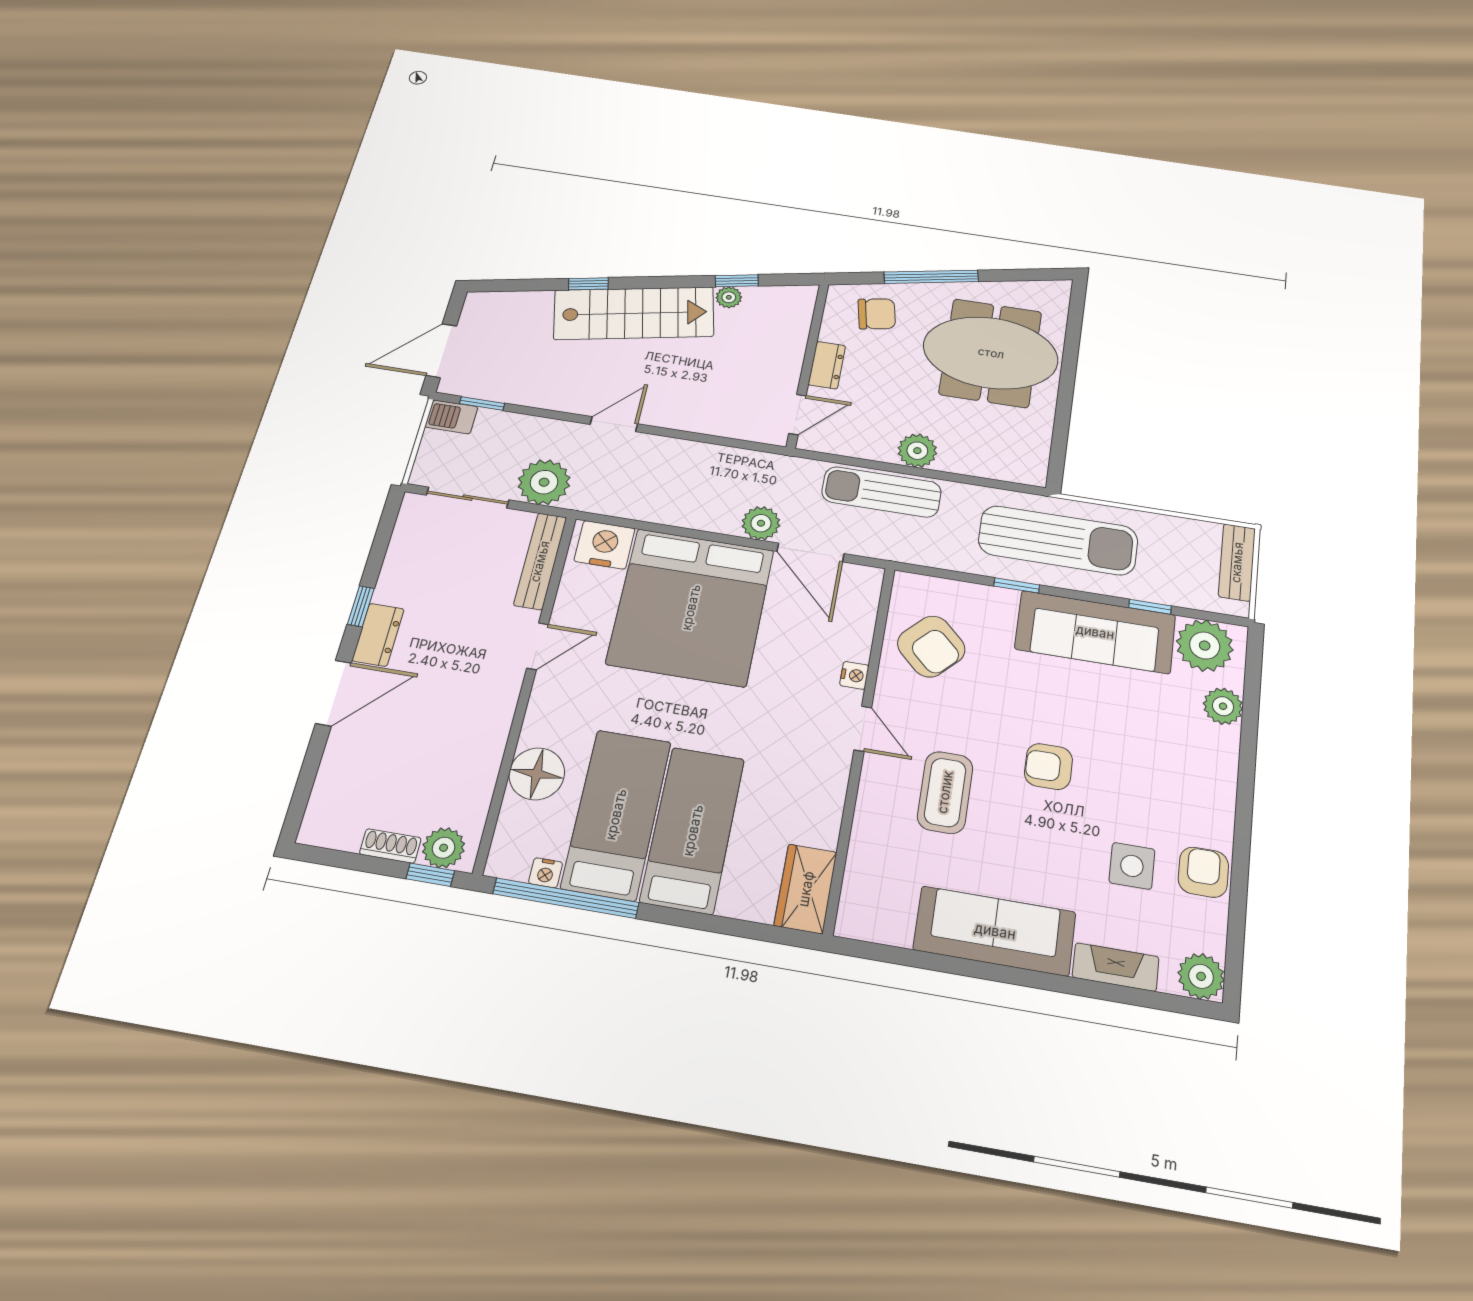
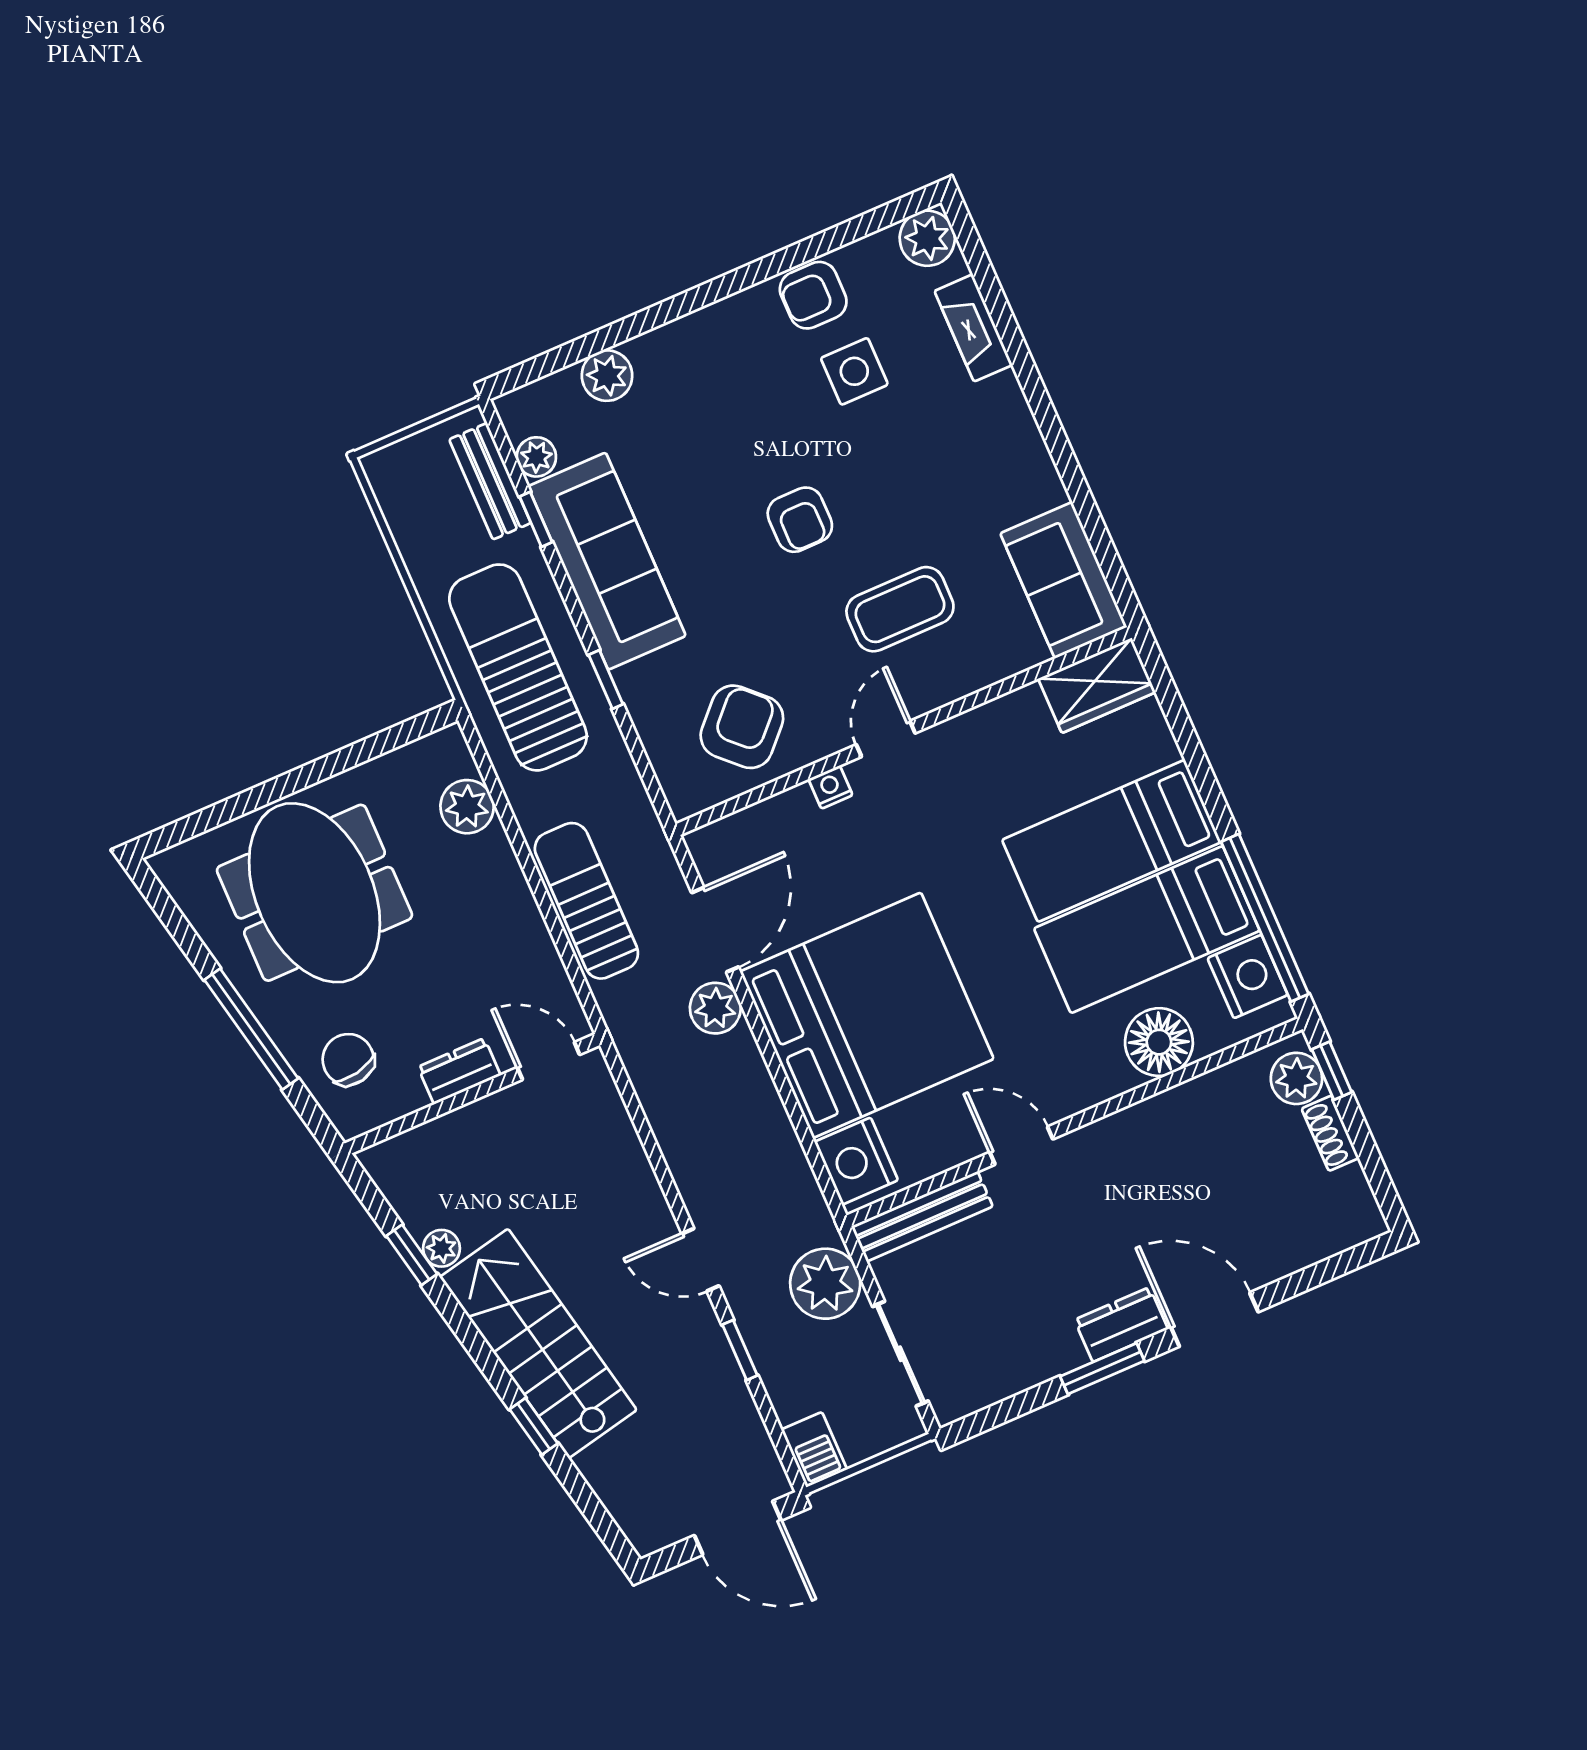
window: (482, 403) -> (740, 1350), moved
plant: (917, 451) -> (467, 807), moved
sun lounger: (881, 492) -> (586, 901), turned 180
bench: (1237, 562) -> (490, 481), moved, turned 90
window: (361, 606) -> (1102, 1369), width x1.50
plant: (1205, 646) -> (536, 457), width x0.53, depth x0.53
nightstand: (546, 873) -> (1248, 977), width x1.89, depth x1.79
sofa: (995, 931) -> (1064, 580), moved, width x0.73

